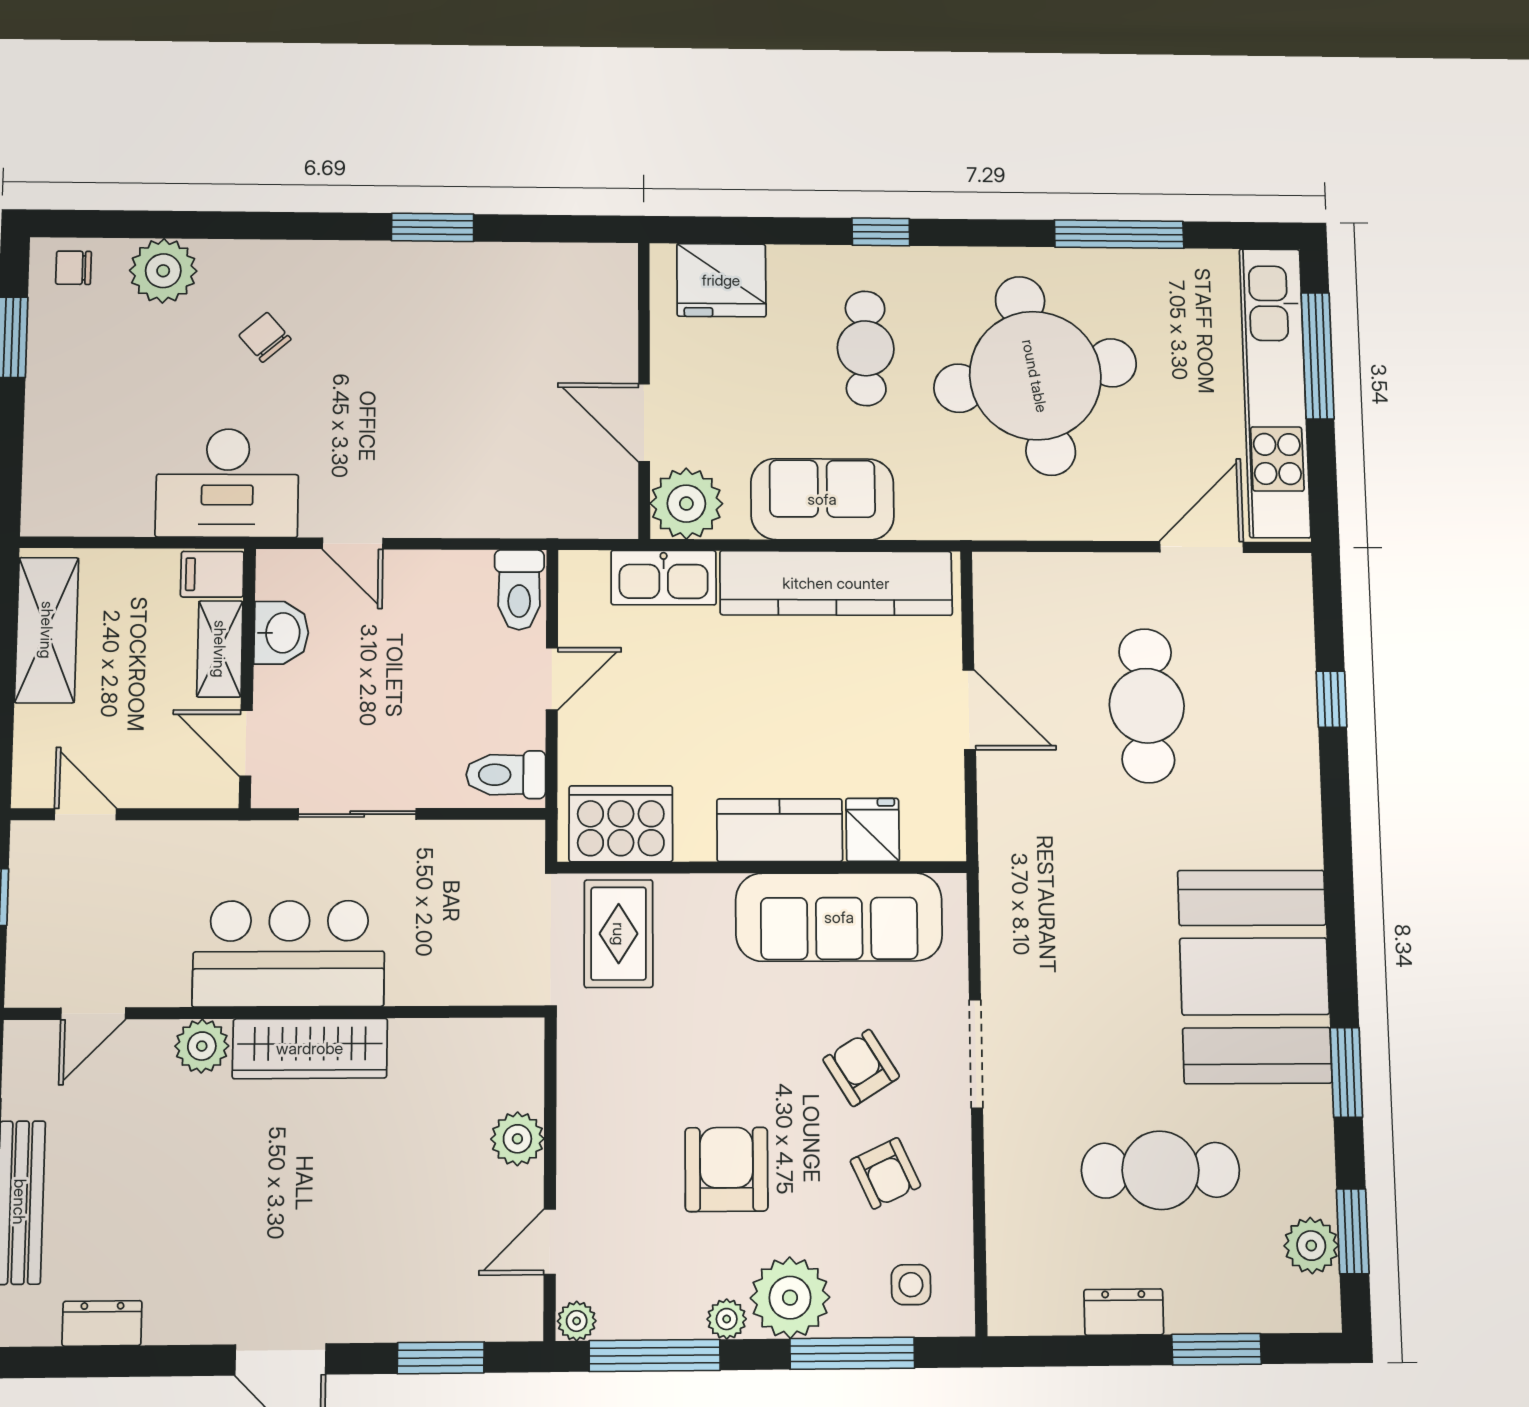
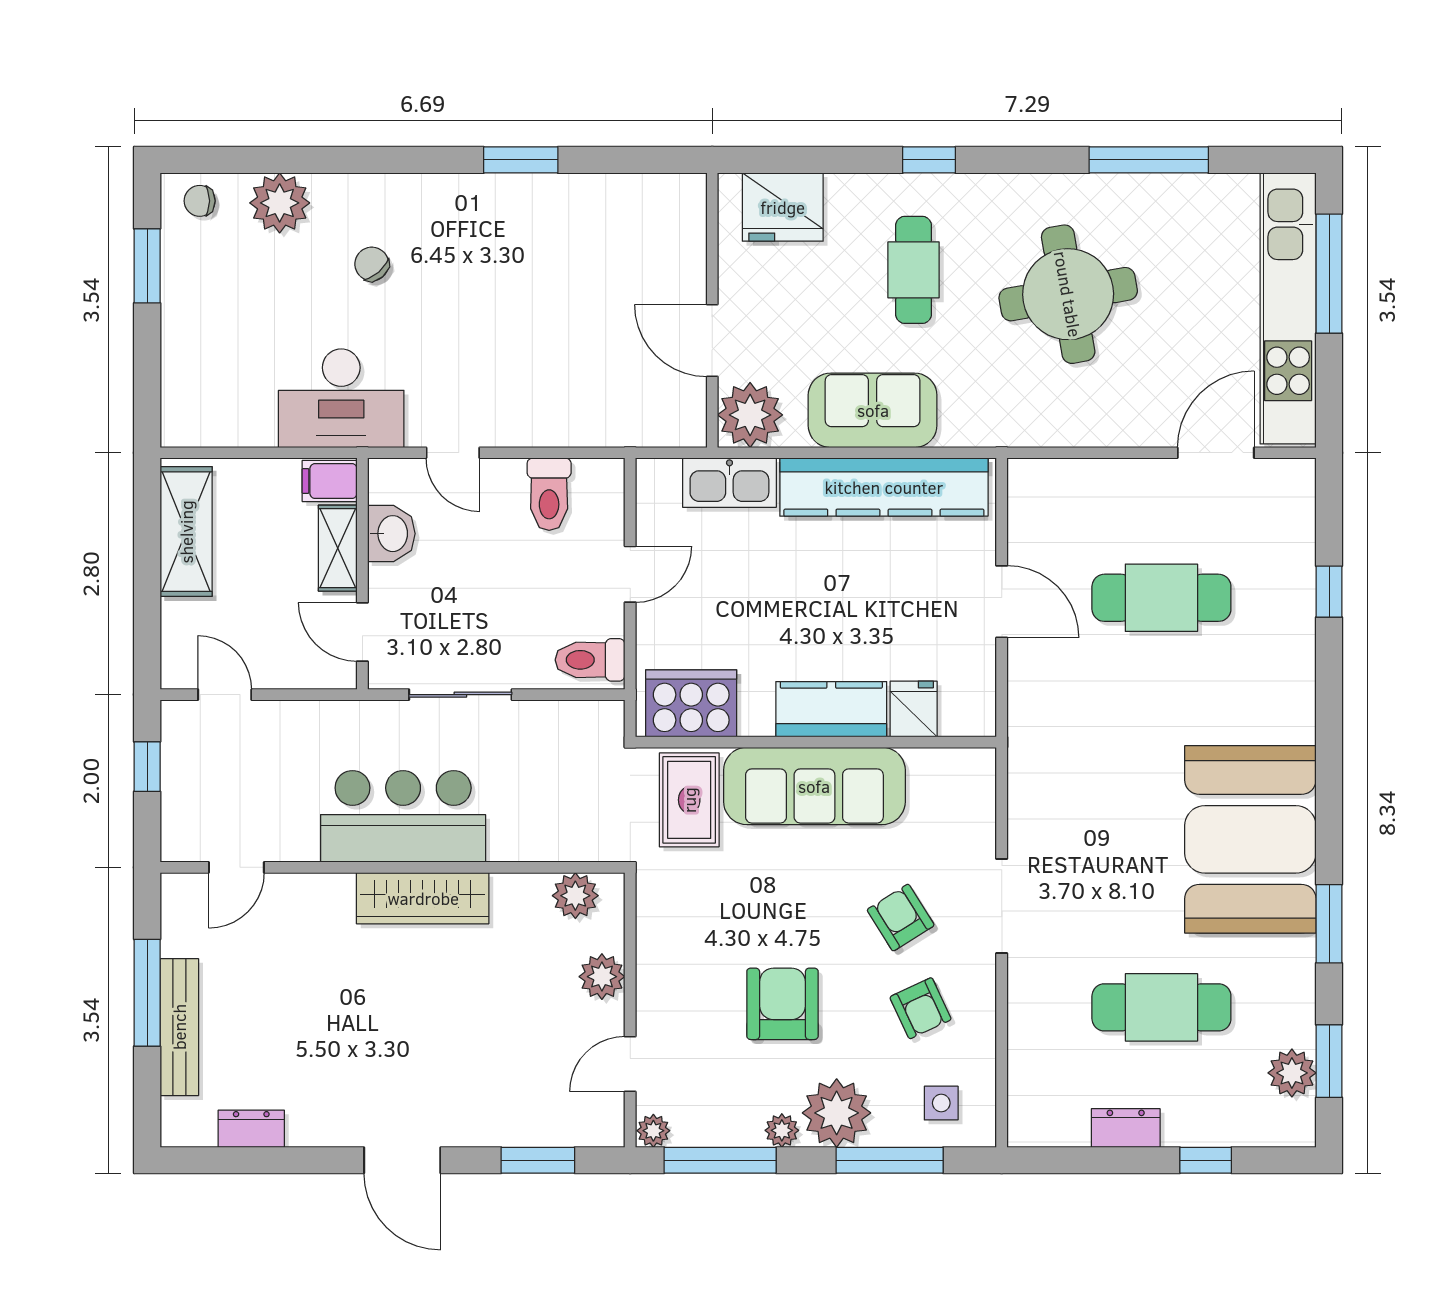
round table: (1035, 376) -> (1068, 294), width x0.73, depth x0.73
toilet: (519, 590) -> (549, 494), moved
cafe table: (1147, 706) -> (1161, 598), turned 90
sofa: (839, 917) -> (814, 786), moved
plant: (202, 1046) -> (575, 896), moved
window: (1217, 1349) -> (1206, 1160), width x0.67

